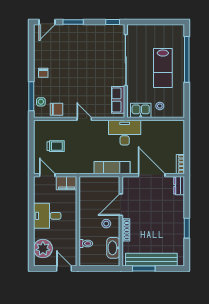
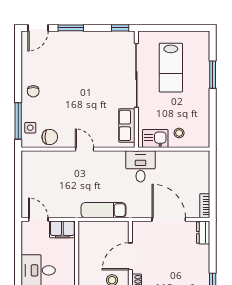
window: (187, 59) -> (213, 75), width x0.47
lab bench: (163, 68) -> (171, 68), moved
desk: (125, 133) -> (140, 166), width x0.73
trolley: (56, 146) -> (49, 183), removed
exam couch: (112, 168) -> (104, 210), moved

